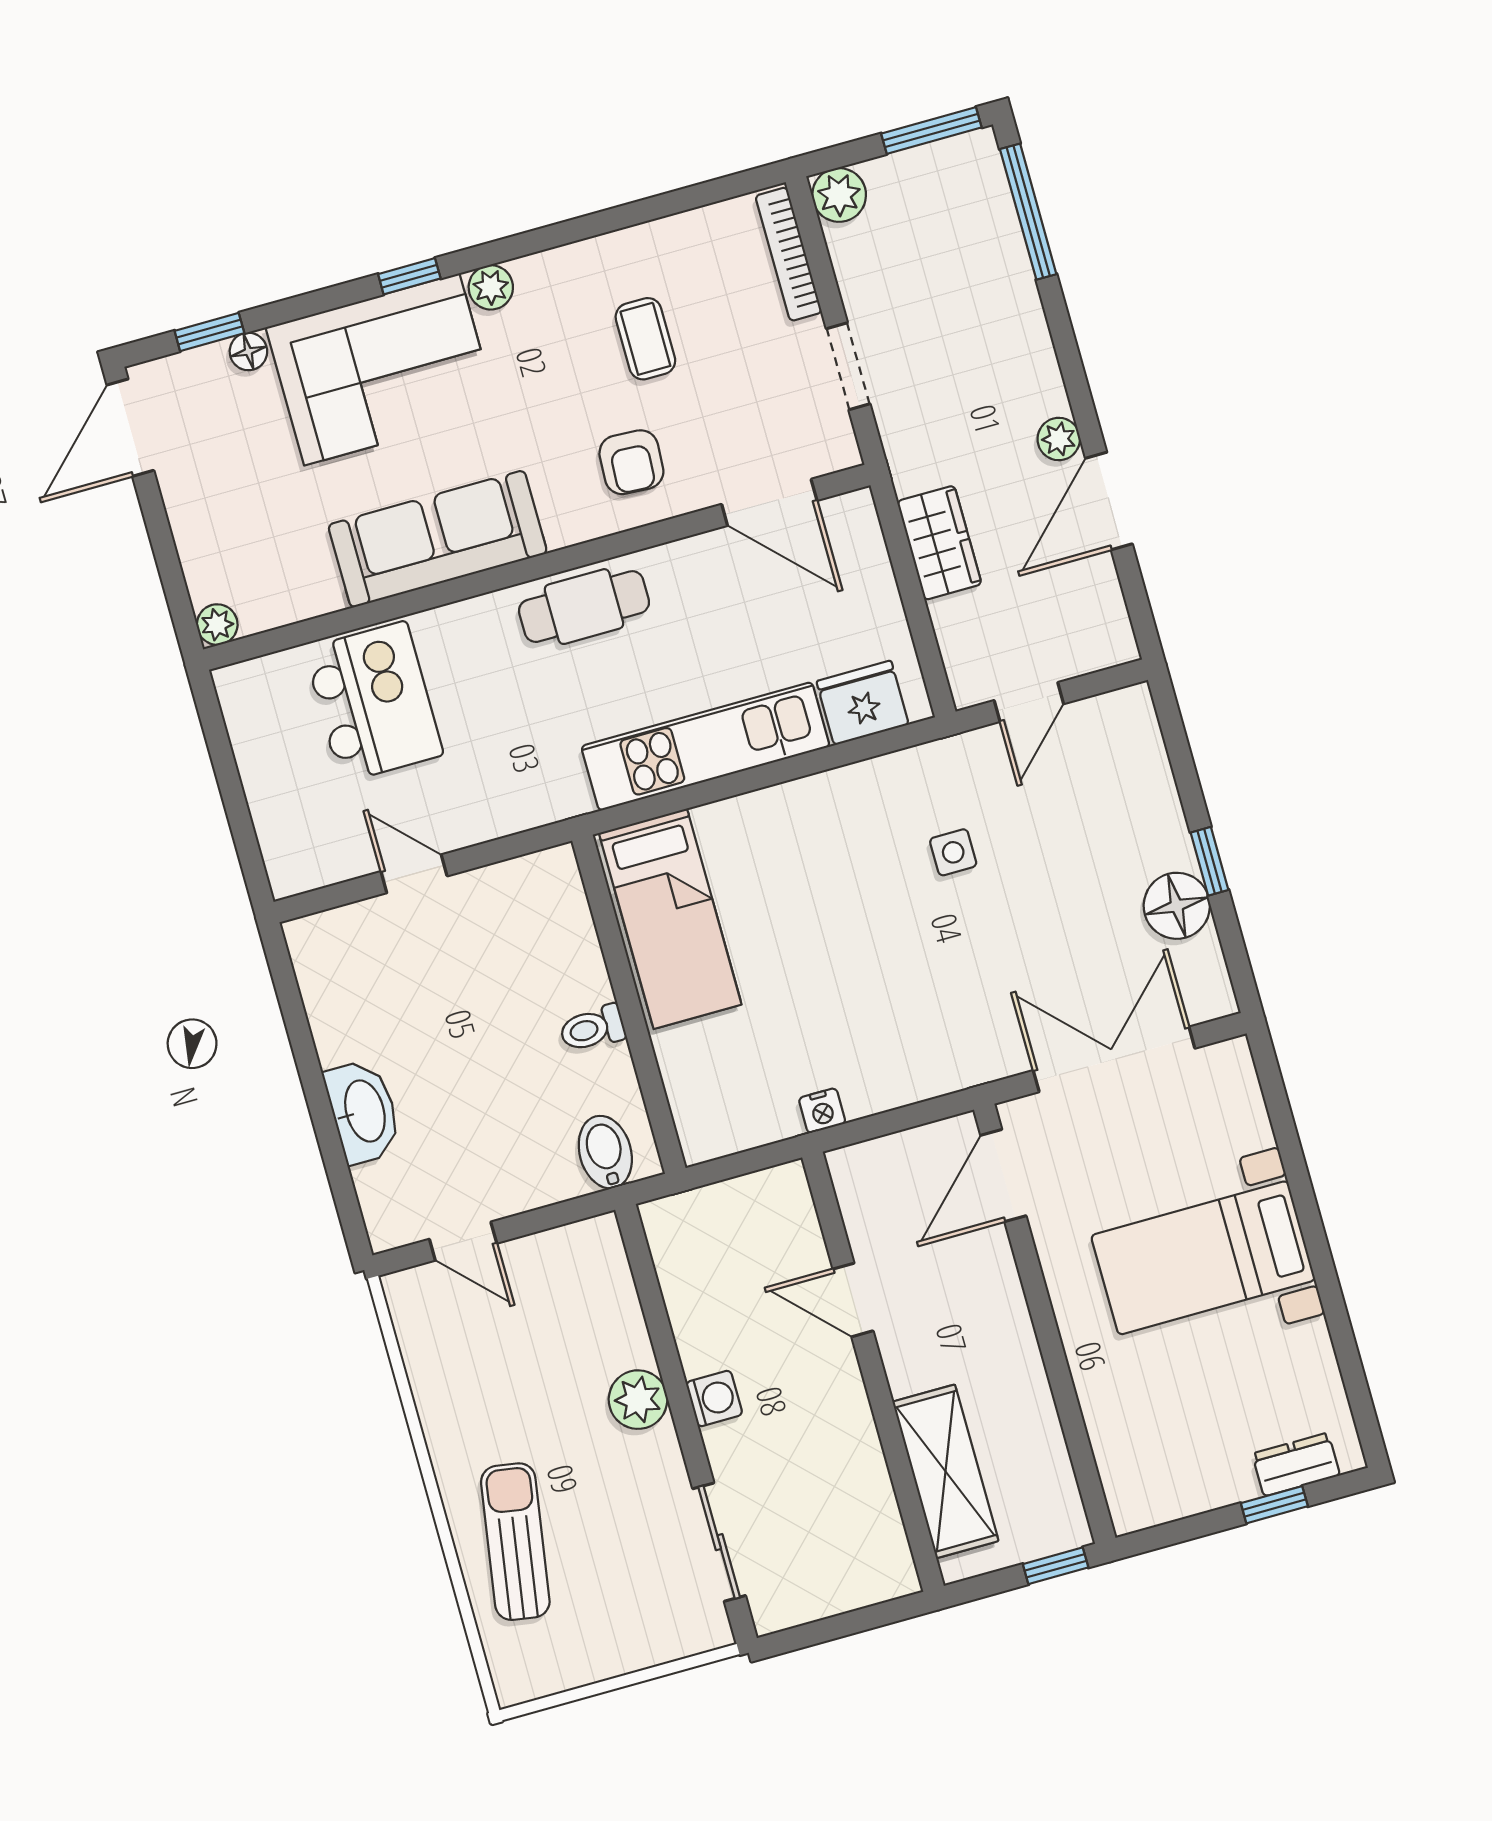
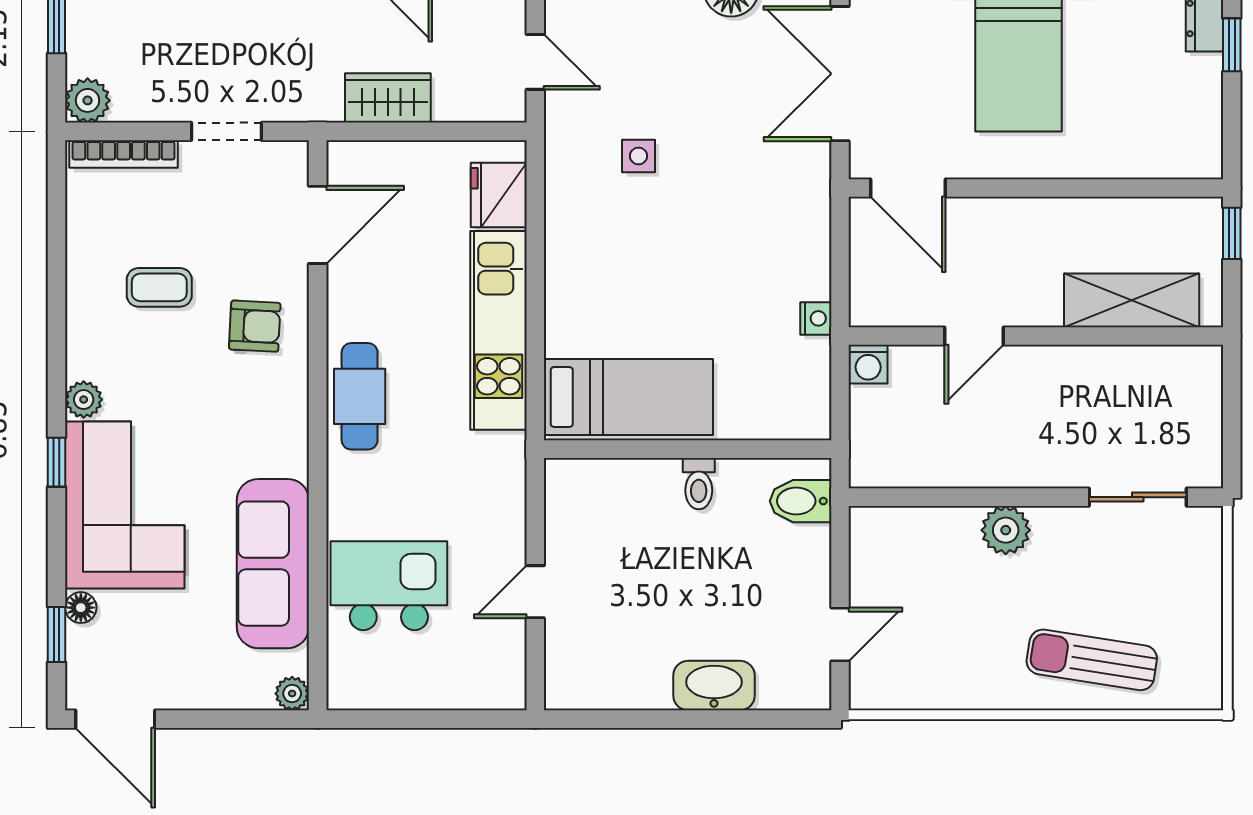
sofa: (438, 539) -> (273, 564), moved
washing machine: (714, 1398) -> (868, 364), moved, turned 180

